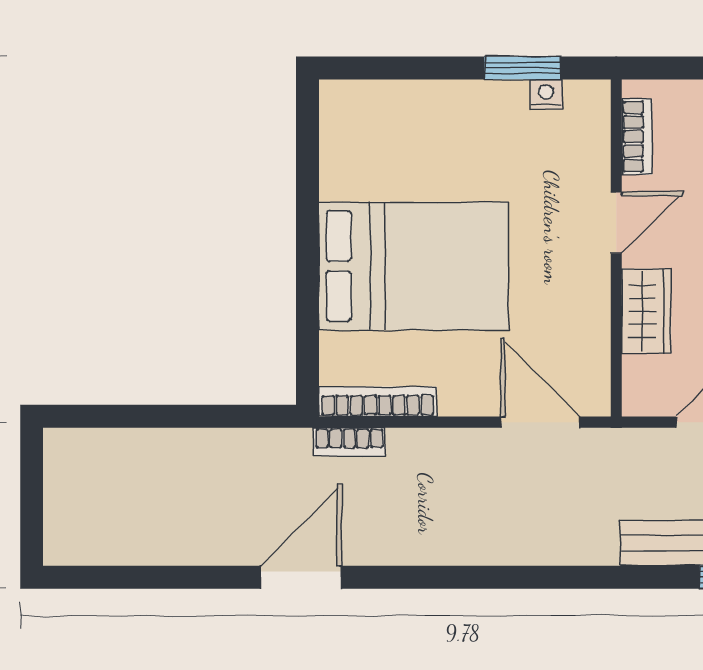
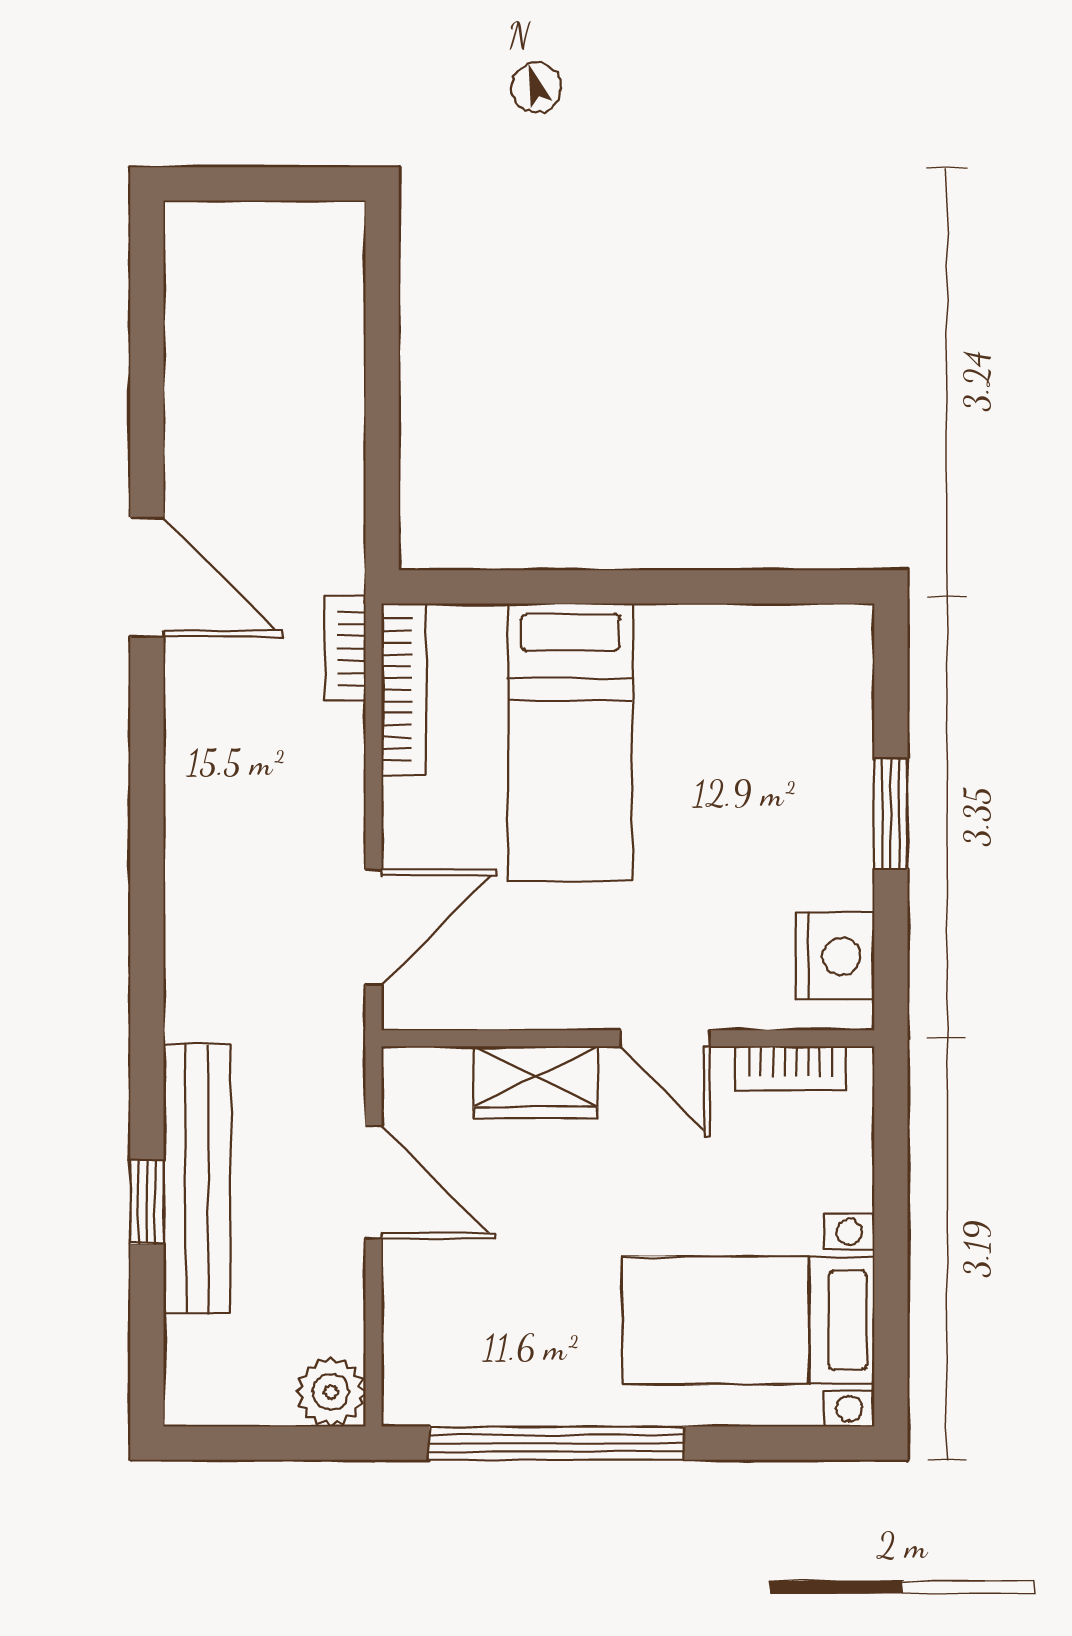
window: (523, 68) -> (891, 814), moved
nightstand: (546, 94) -> (835, 956), width x1.89, depth x1.79
bed: (414, 266) -> (570, 742), width x0.67

